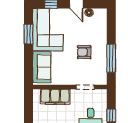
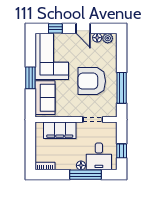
plant: (99, 13) -> (108, 38), added
window: (28, 34) -> (30, 78), moved
armchair: (84, 52) -> (92, 81), width x1.88, depth x1.88

